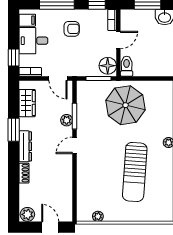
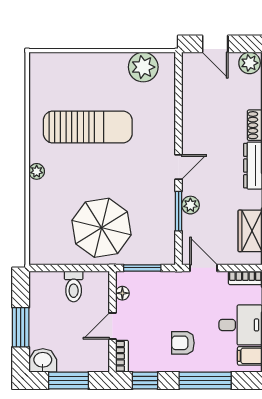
floor lamp: (108, 66) -> (122, 293), width x0.53, depth x0.53
toilet: (127, 66) -> (74, 286), moved
sun lounger: (135, 172) -> (88, 127), turned 86
plant: (98, 216) -> (143, 67), width x1.88, depth x1.88

